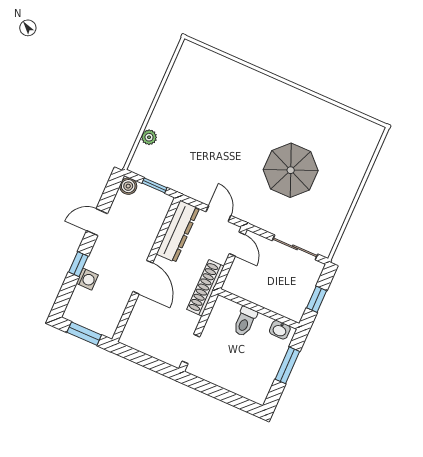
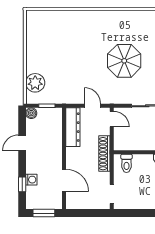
plant: (149, 137) -> (35, 83), width x1.88, depth x1.88
window: (78, 264) -> (22, 184), moved
door: (143, 277) -> (64, 180), moved
toilet: (245, 321) -> (126, 163), moved

